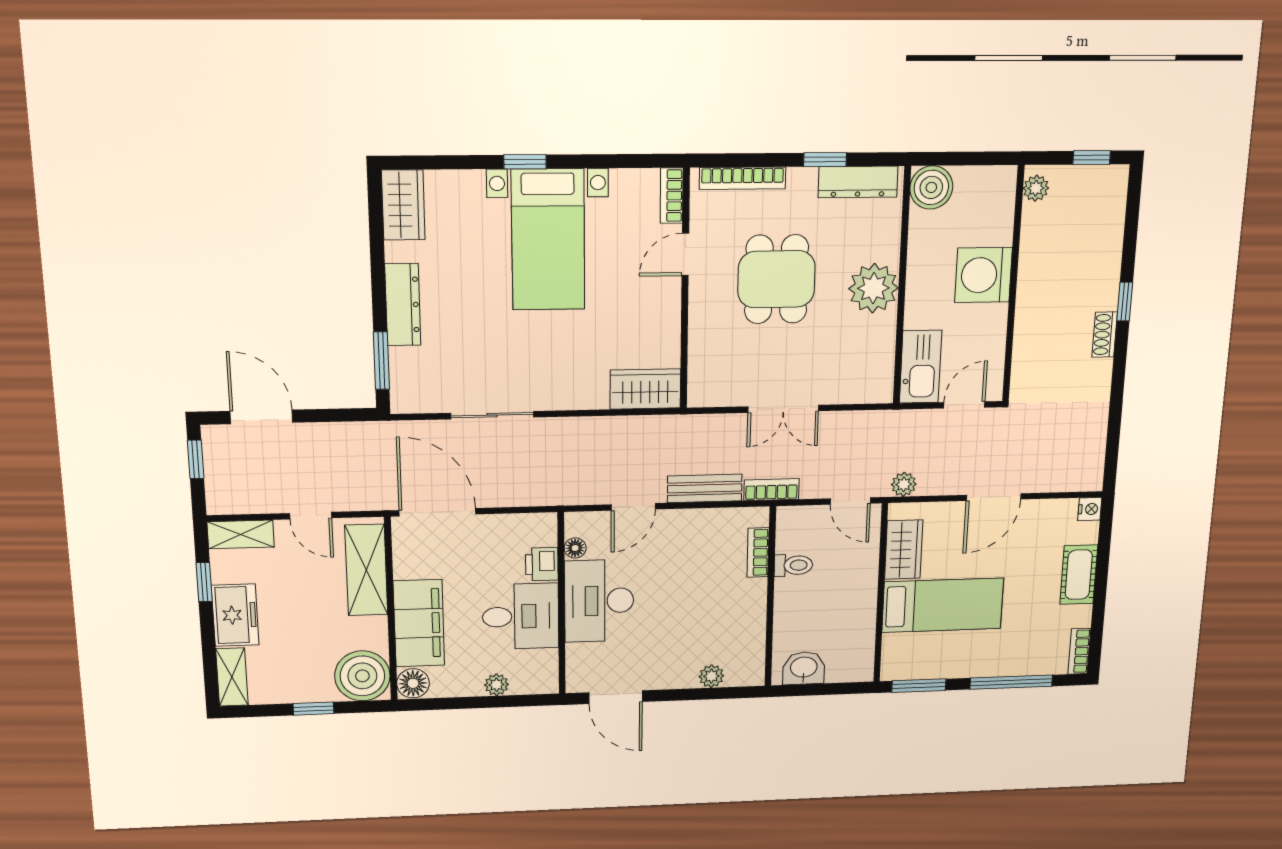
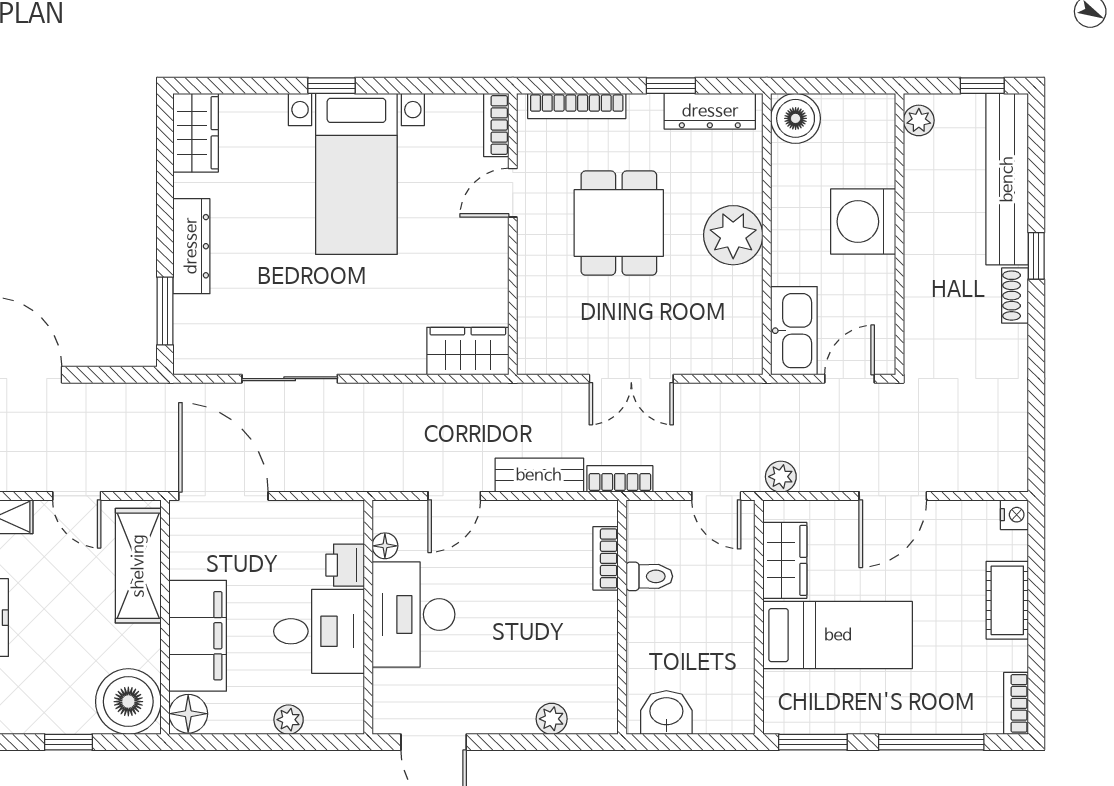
bench: (1106, 238) -> (1007, 179), added

